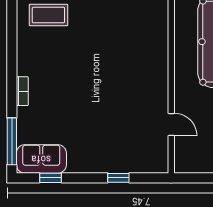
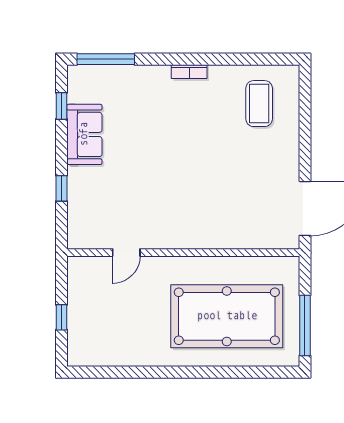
bookcase: (22, 91) -> (189, 72), moved
sofa: (41, 159) -> (84, 134), moved

